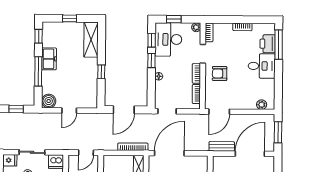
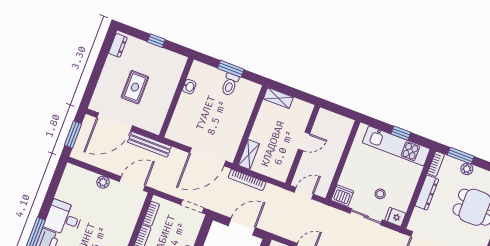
armchair: (220, 73) -> (115, 228), removed
plant: (262, 105) -> (103, 182), moved
bench: (222, 146) -> (149, 144), width x1.36

